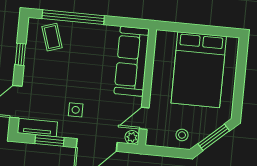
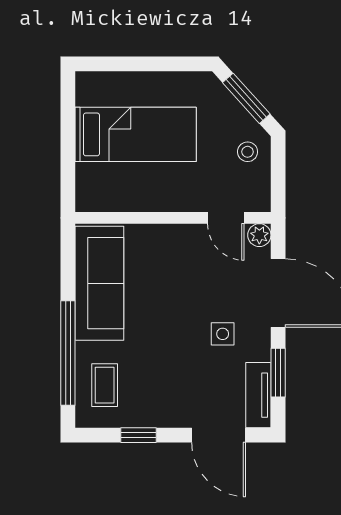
coffee table: (52, 37) -> (105, 385), turned -72
sofa: (132, 61) -> (99, 283), moved, turned -90
bed: (199, 70) -> (136, 134), width x0.67

